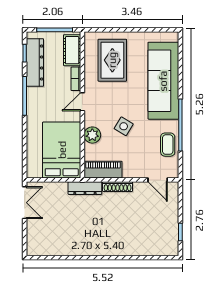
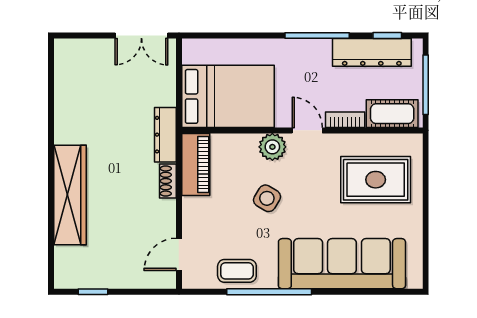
plant: (92, 135) -> (272, 147), moved
shoe rack: (118, 187) -> (168, 181), width x0.70
wardrobe: (122, 246) -> (70, 195), added

